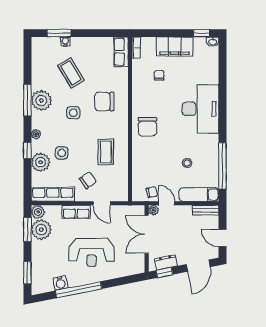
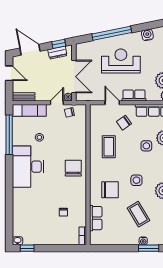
filing cabinet: (175, 47) -> (50, 237), removed
row of seats: (121, 52) -> (96, 218), moved
desk: (200, 109) -> (28, 167), moved
door: (167, 203) -> (57, 103), swing flipped
door: (198, 266) -> (30, 50), hinge flipped
window: (79, 290) -> (112, 33), moved

